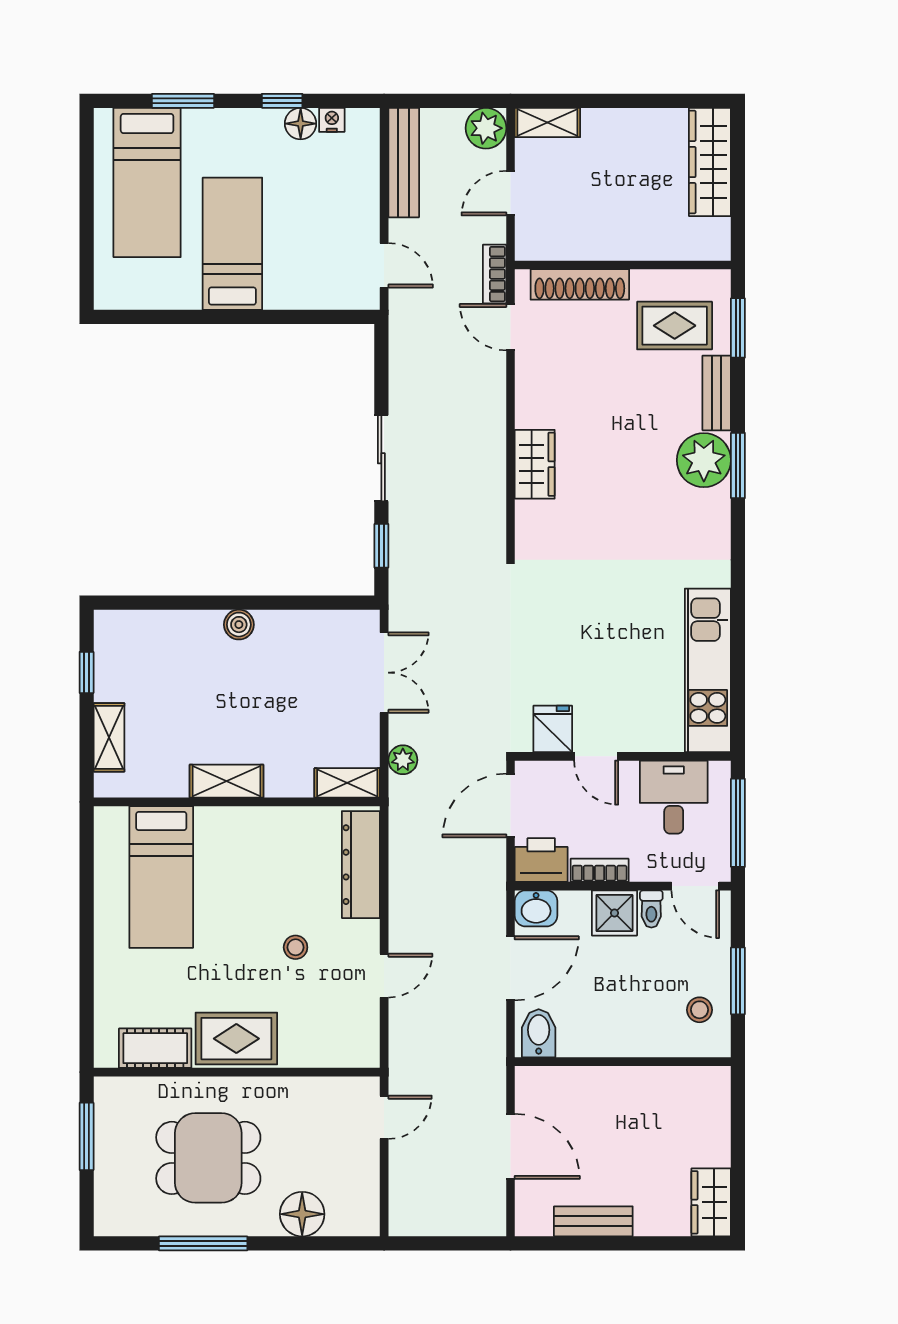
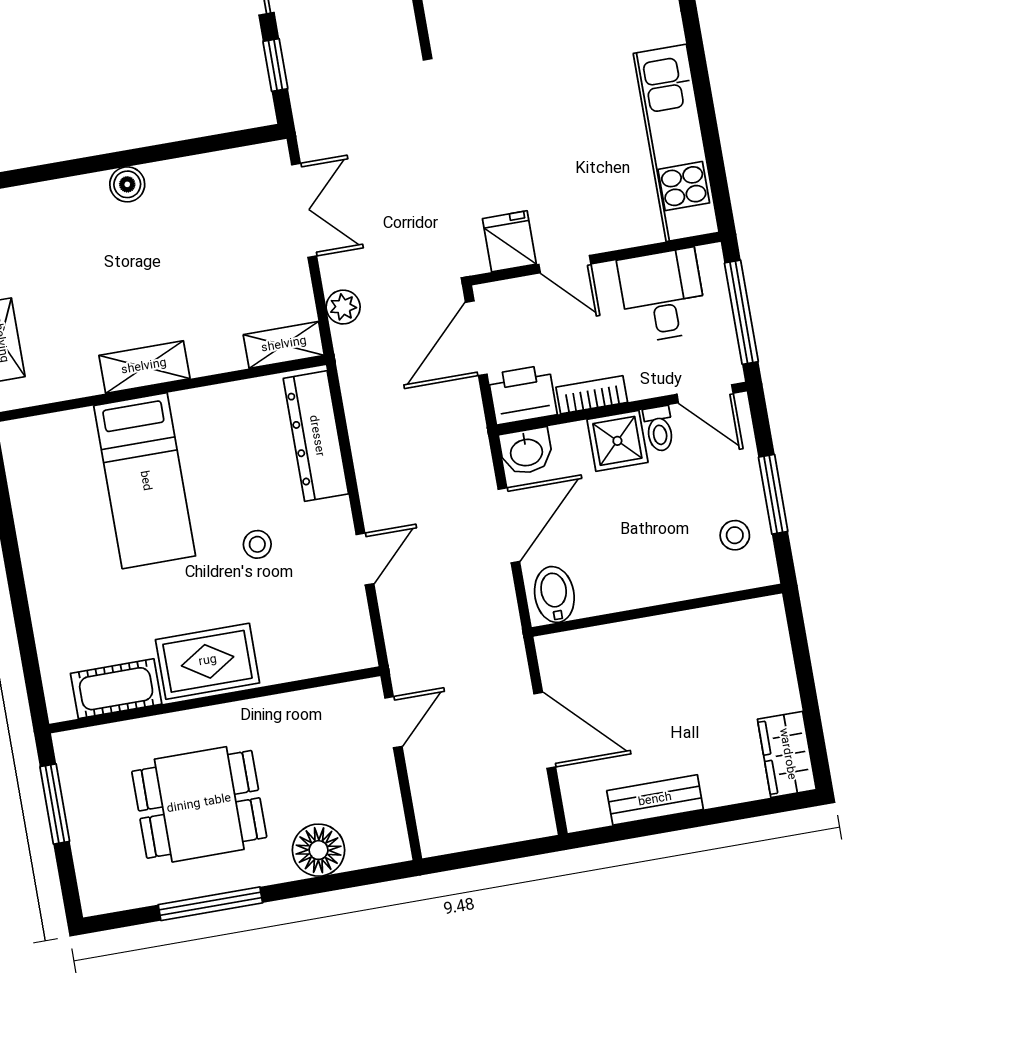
bed: (161, 877) -> (145, 481), moved

